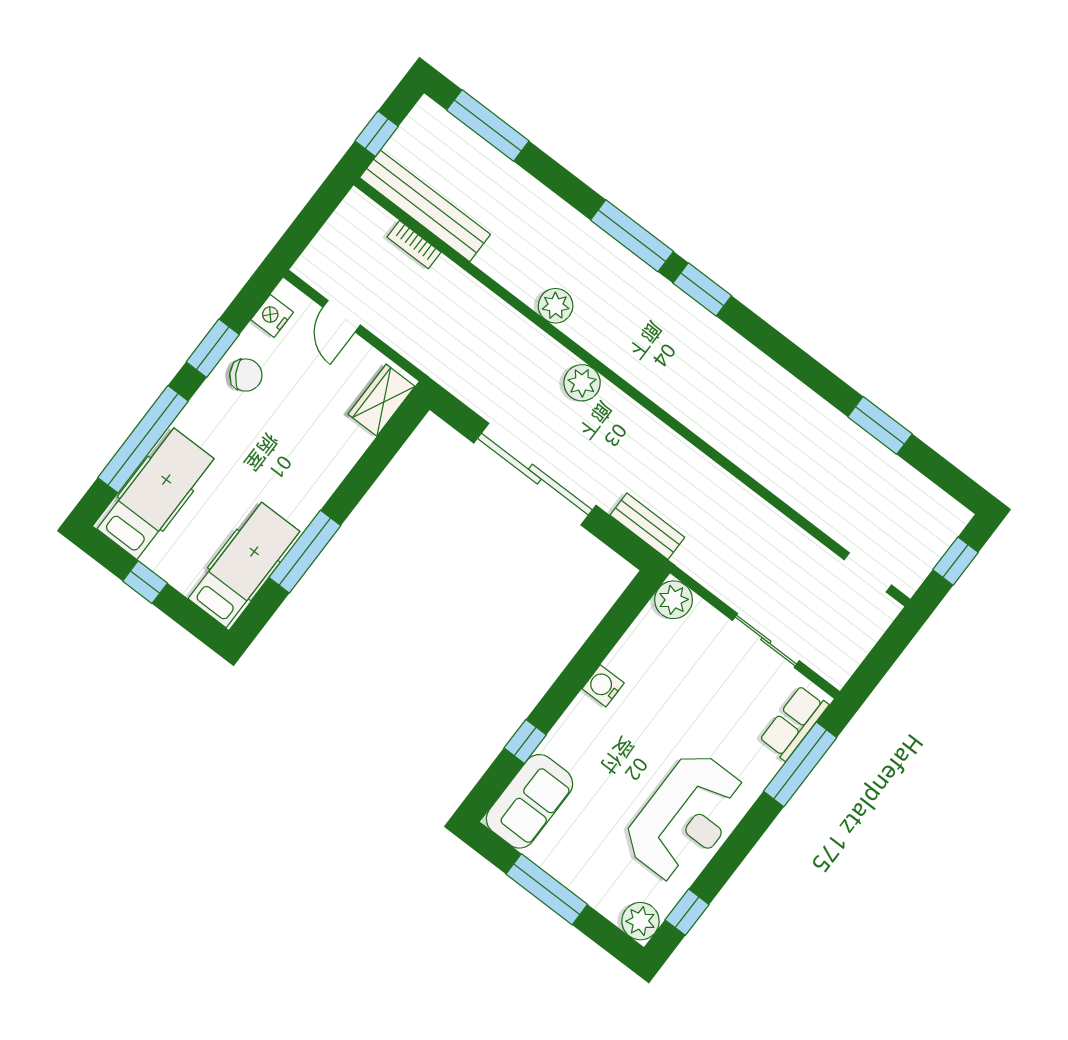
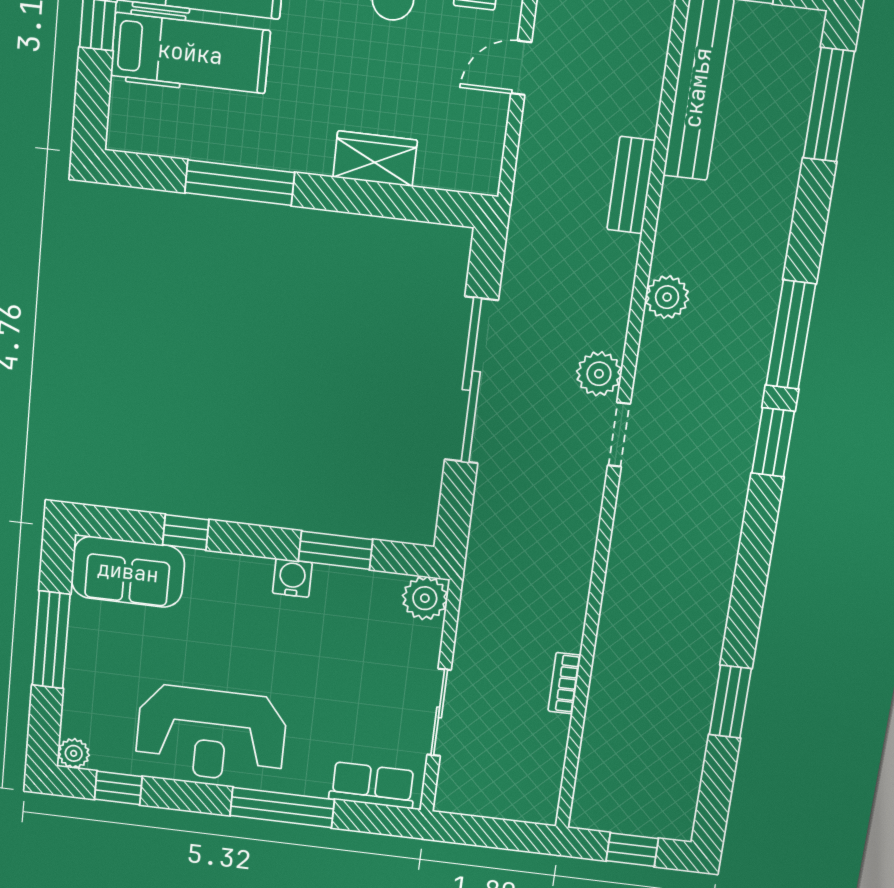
bookcase: (414, 245) -> (564, 683), moved
wardrobe: (381, 400) -> (375, 159), moved
bench: (647, 526) -> (631, 185), moved
hospital bed: (244, 565) -> (190, 53), moved
doorway: (868, 572) -> (619, 435), moved
window: (601, 643) -> (335, 550), added
window: (800, 764) -> (282, 808), moved
plant: (640, 921) -> (74, 753), width x0.73, depth x0.73

